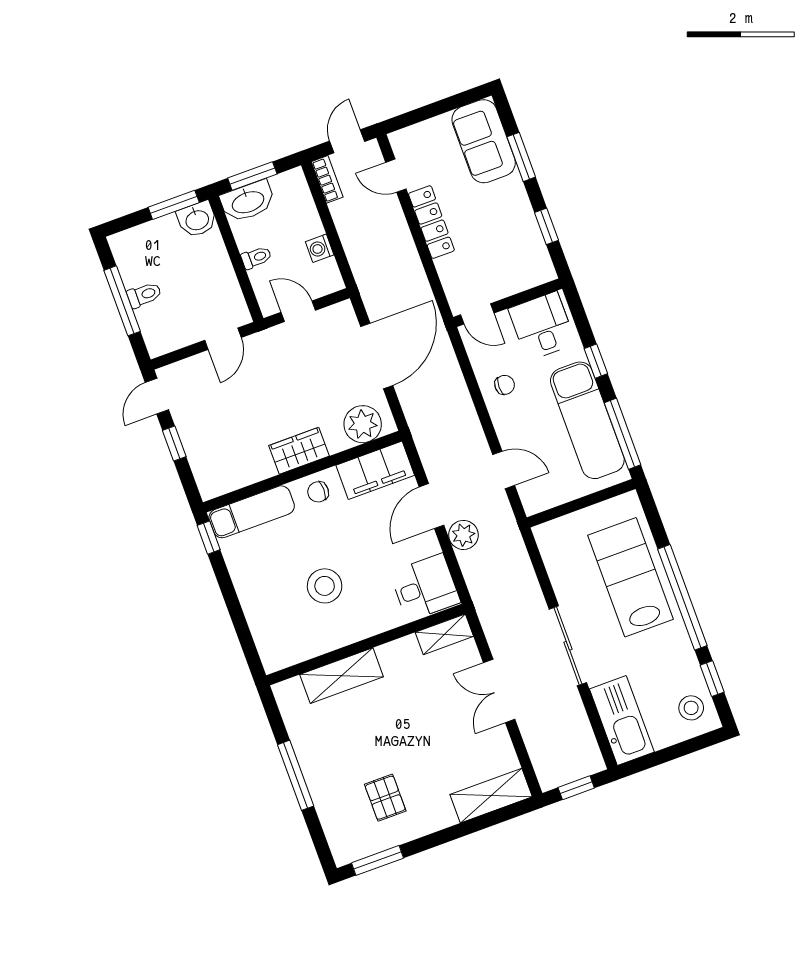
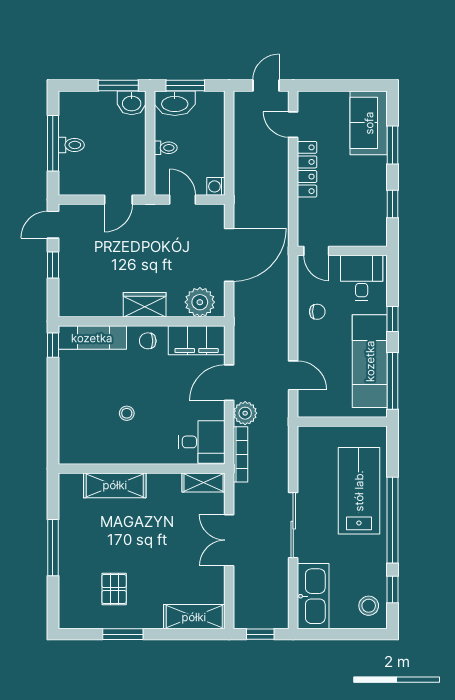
bookcase: (327, 179) -> (240, 454), moved, width x1.56
washing machine: (320, 248) -> (216, 186), moved
stool: (325, 586) -> (127, 413), width x0.53, depth x0.53
window: (378, 860) -> (123, 634), moved

